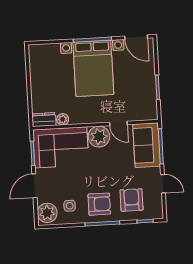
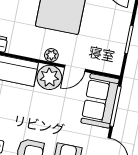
plant: (63, 119) -> (51, 55), moved
door: (118, 123) -> (75, 68), hinge flipped

